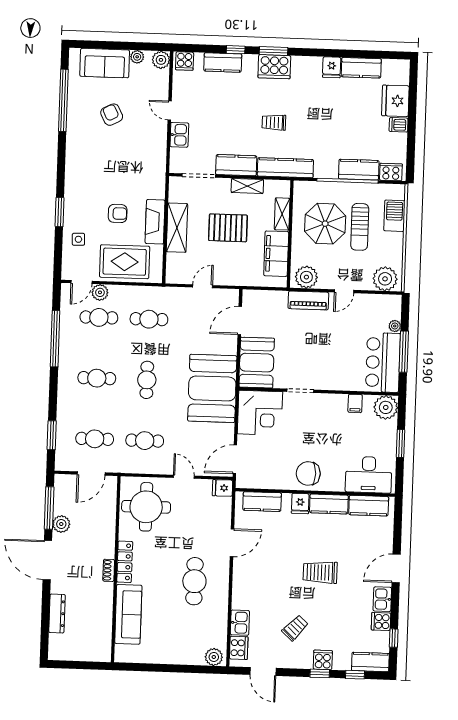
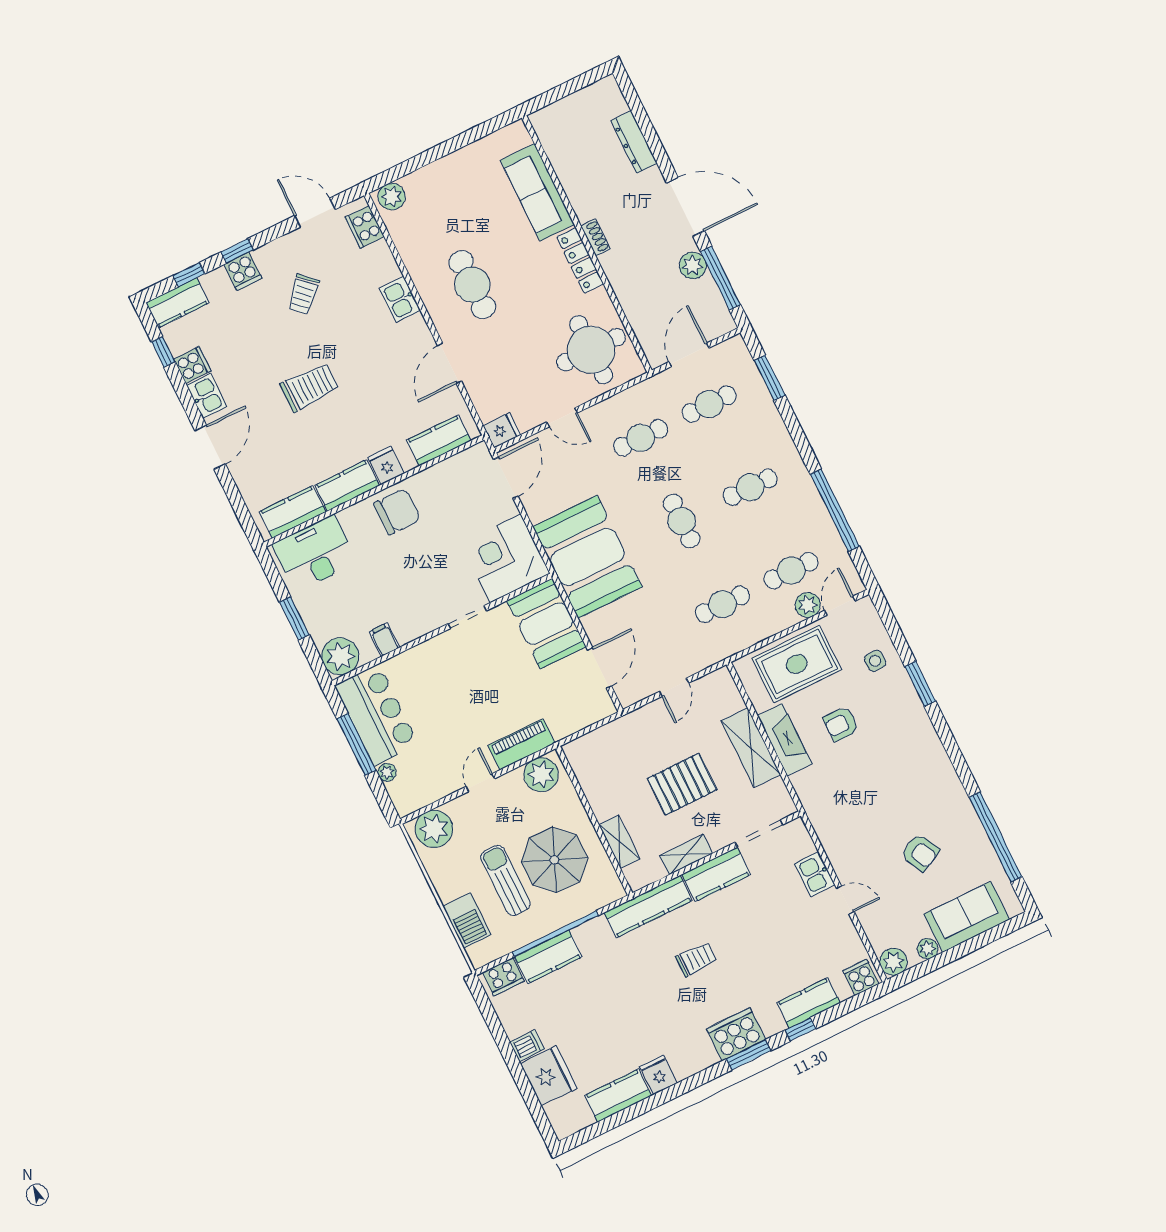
filing cabinet: (276, 254) -> (599, 784), removed
kitchen sink: (240, 623) -> (400, 299), moved

